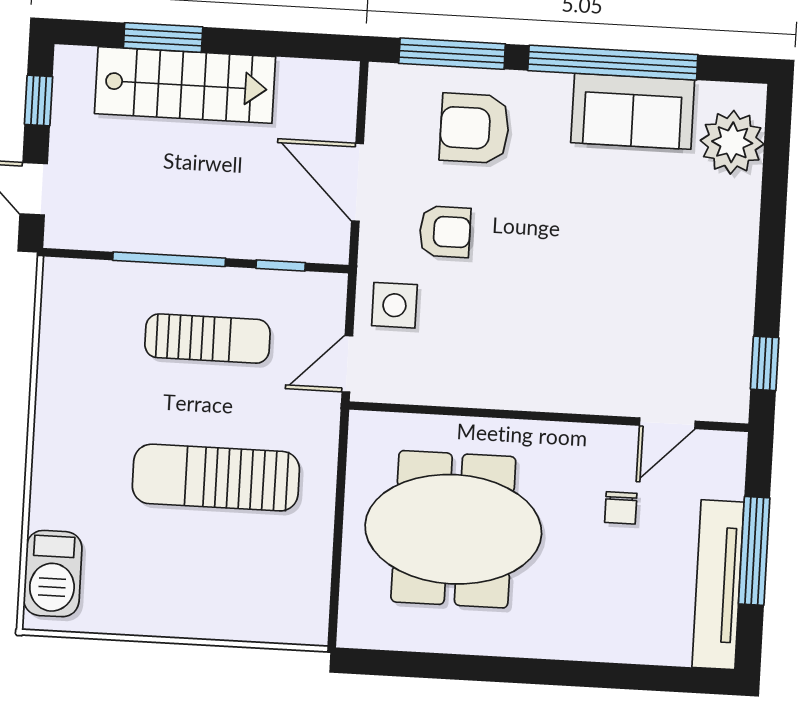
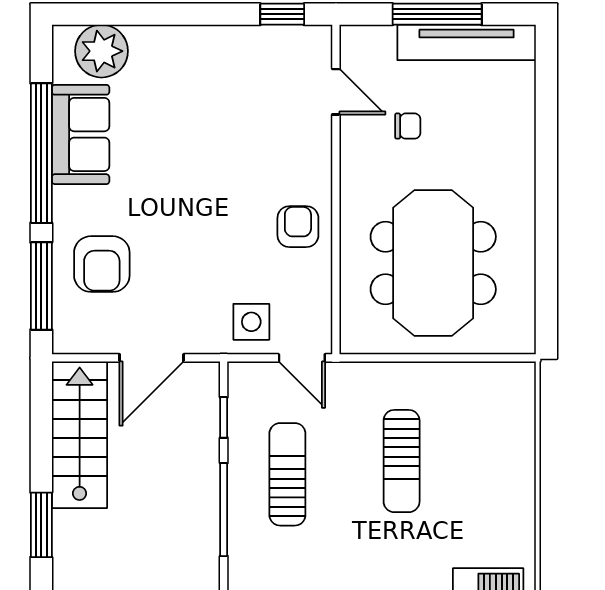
stairs: (185, 85) -> (80, 435), moved
armchair: (445, 232) -> (298, 227), moved
sun lounger: (216, 478) -> (402, 461), width x0.73, depth x0.75

